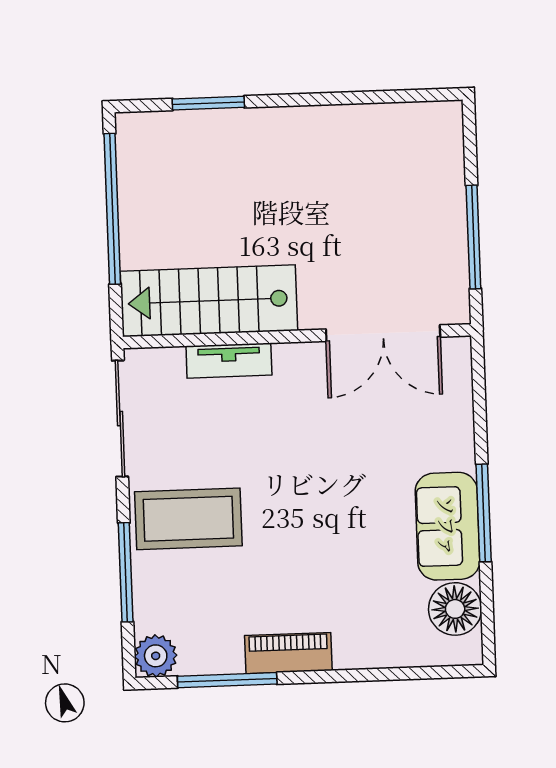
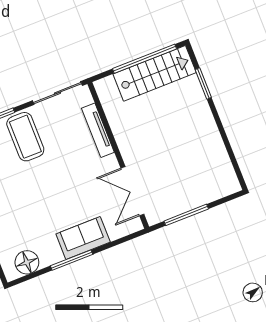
stairs: (209, 301) -> (155, 73), moved, turned 90
tv unit: (229, 361) -> (98, 130), width x1.41
sofa: (447, 526) -> (83, 238), moved

